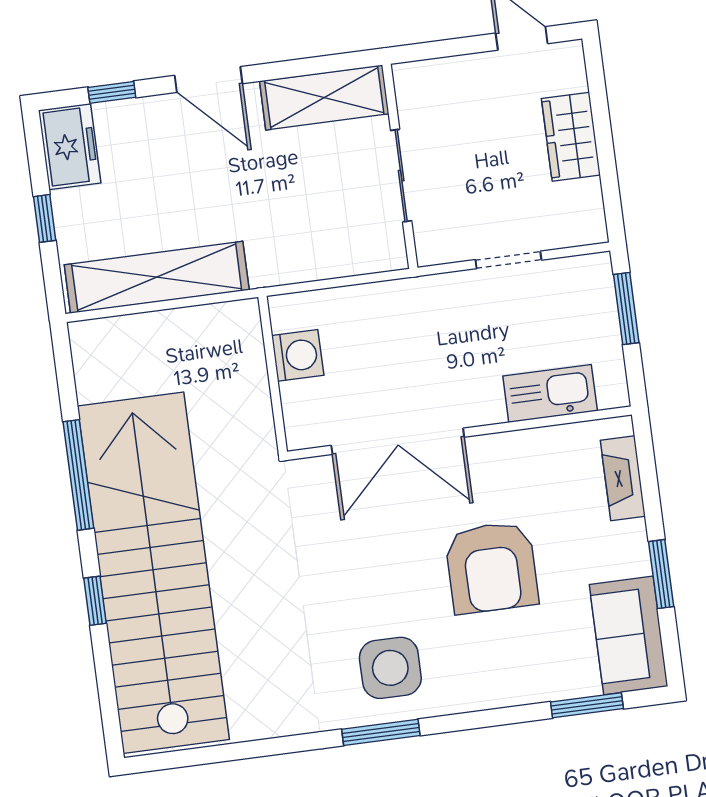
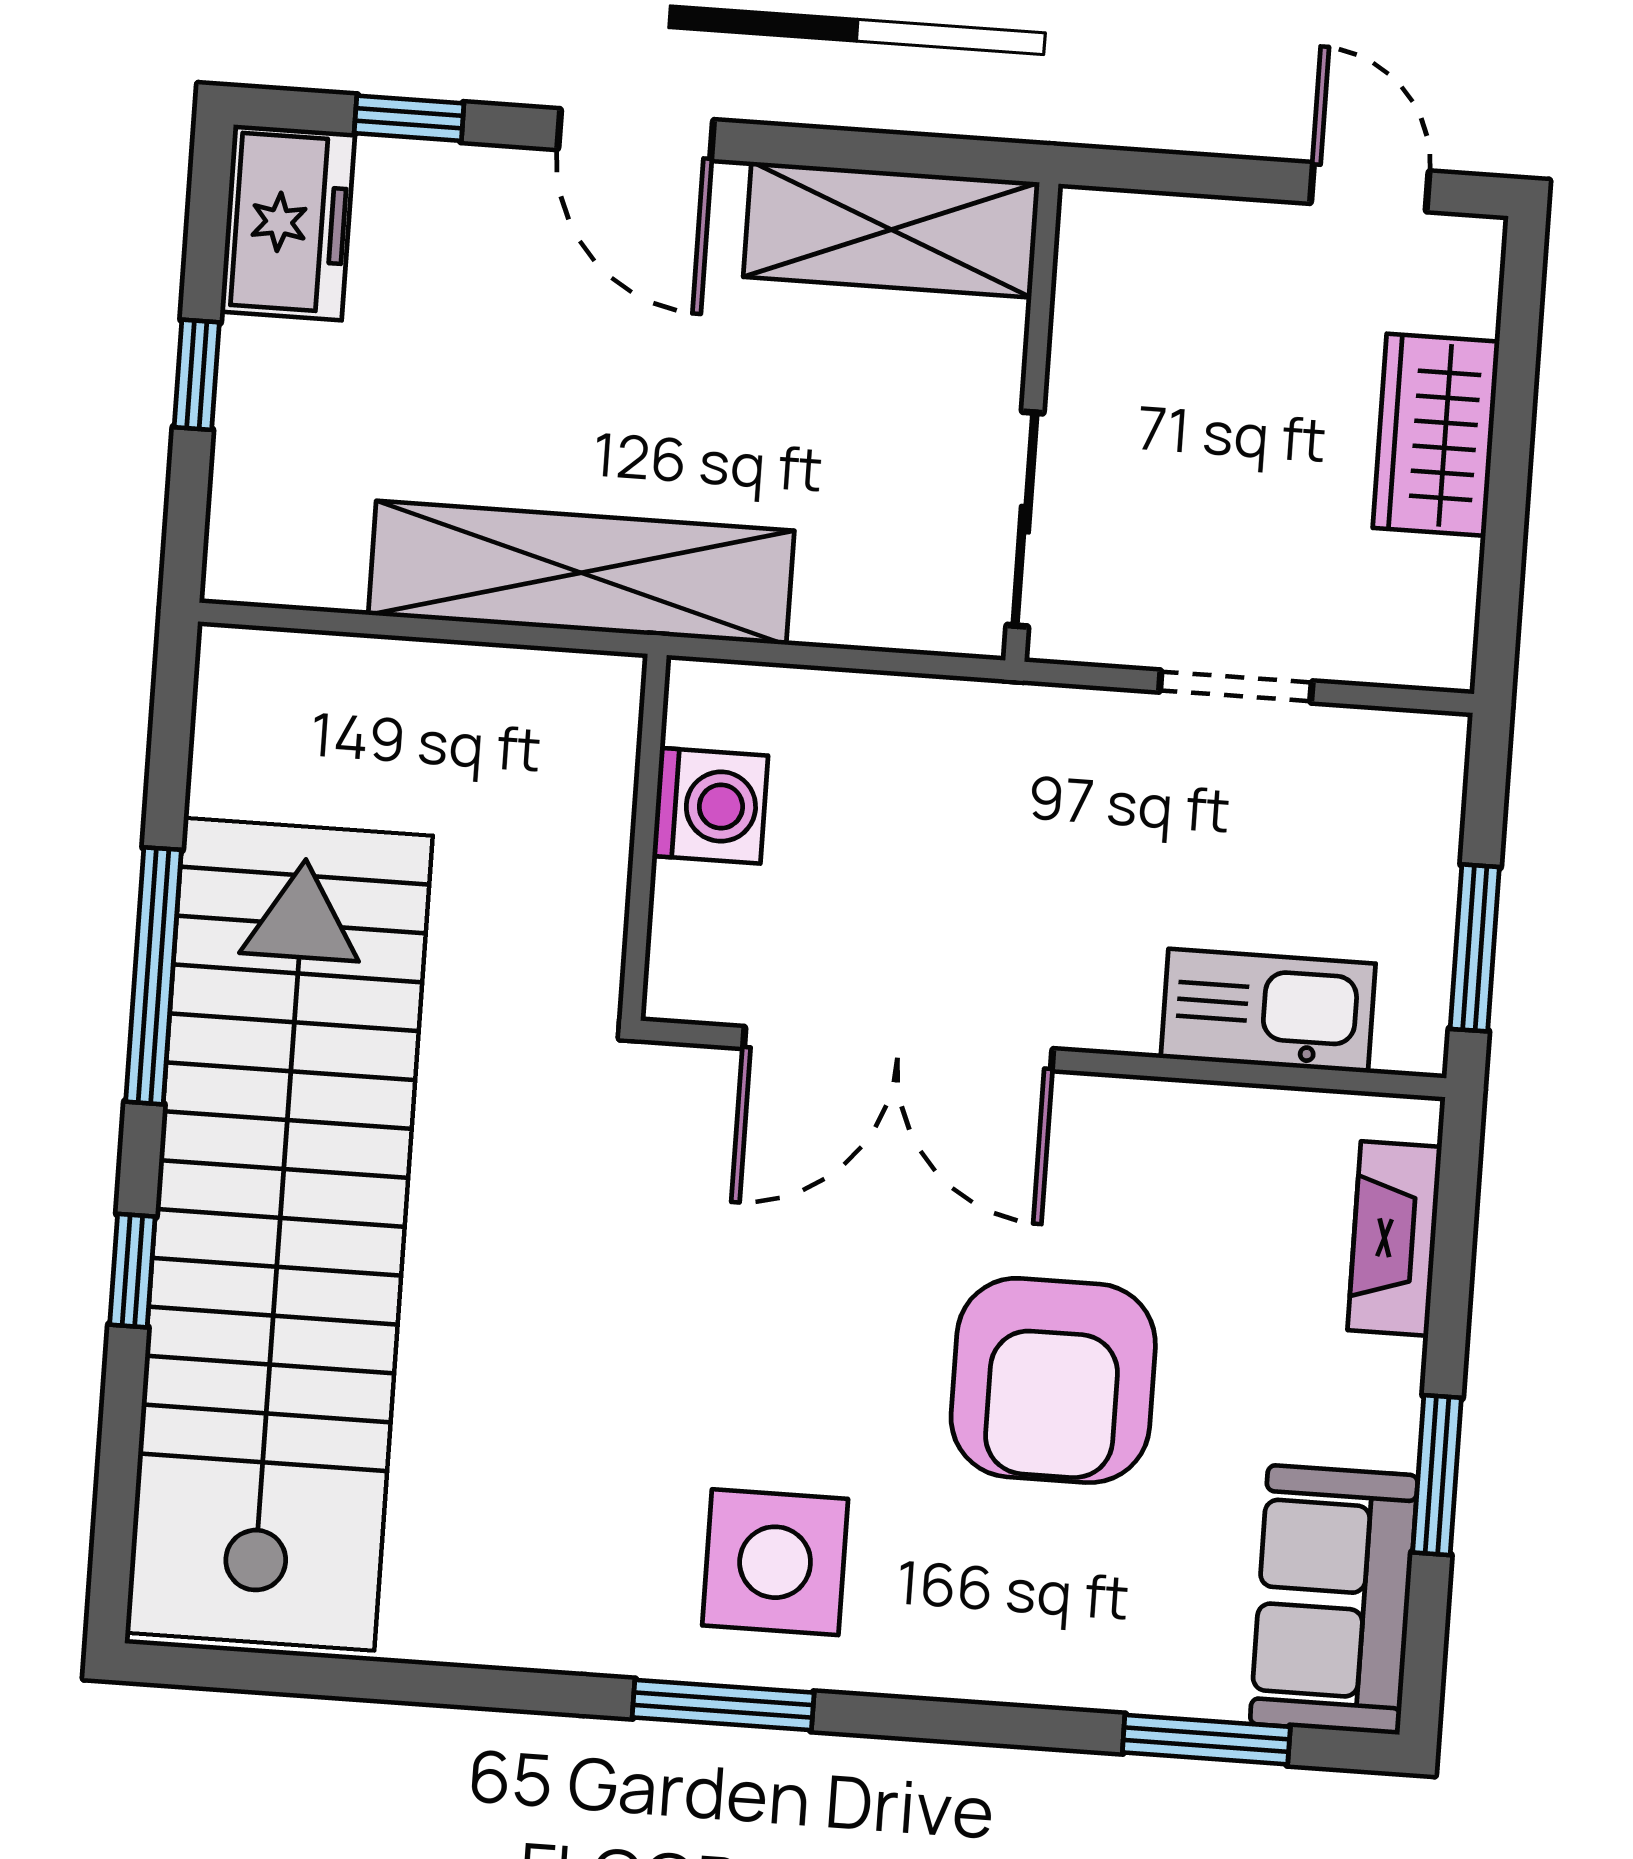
sliding door: (401, 176) -> (1025, 519), moved
shelving: (157, 277) -> (581, 573), moved
window: (626, 308) -> (1475, 948), moved

